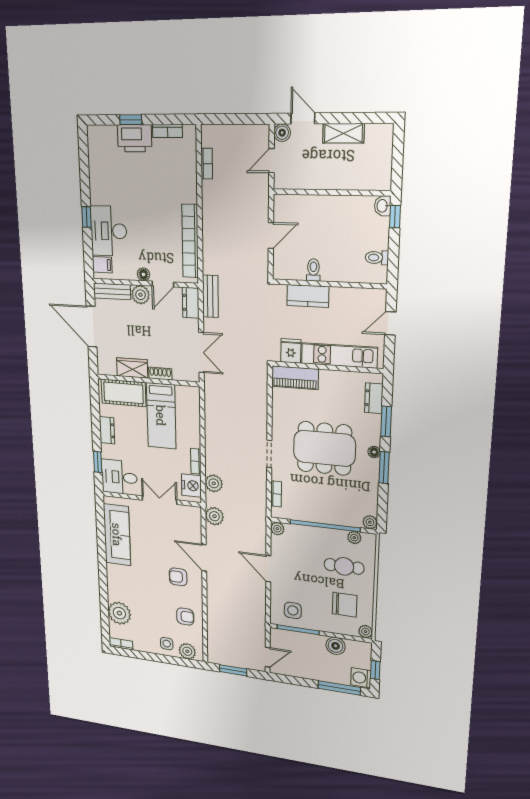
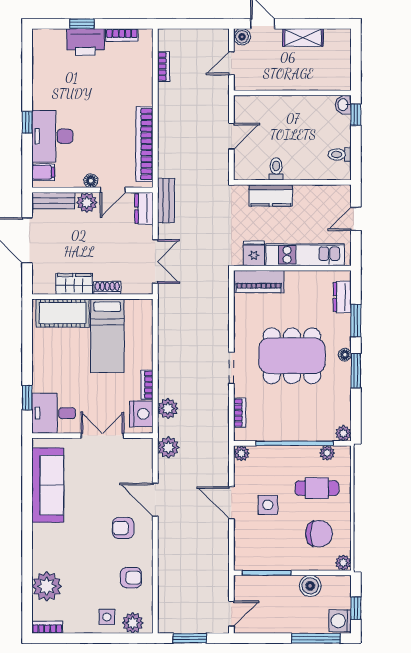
dresser: (107, 430) -> (41, 358), removed
side table: (293, 610) -> (268, 505), moved

